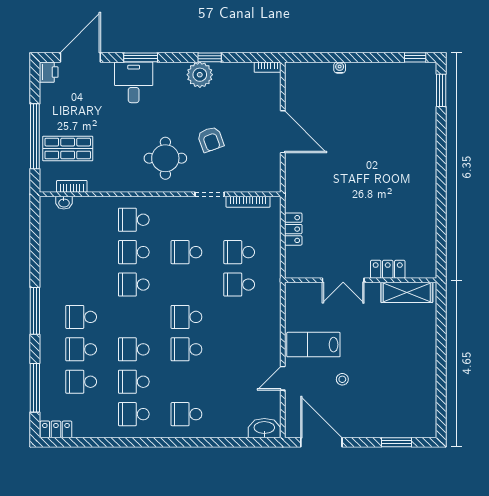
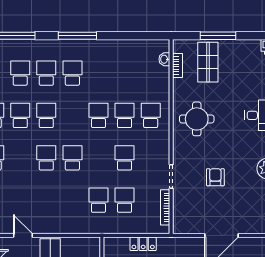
window: (35, 136) -> (218, 36), width x0.68
armchair: (211, 139) -> (215, 177), turned 110
round table: (165, 158) -> (197, 119), moved

